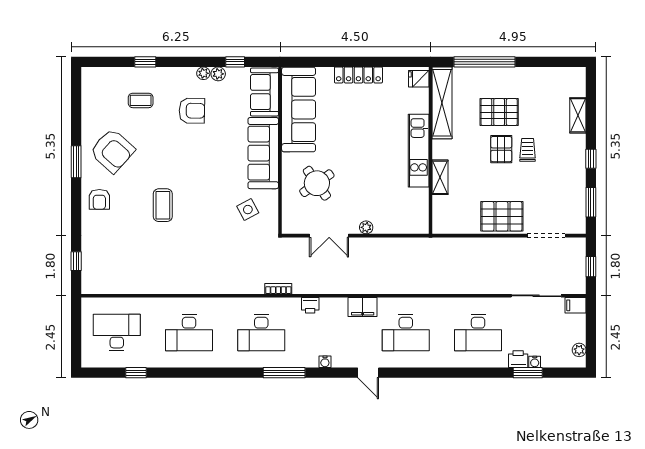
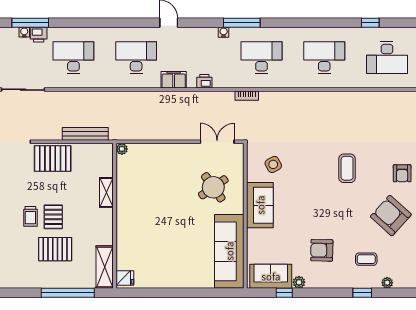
plant: (203, 73) -> (387, 283), moved
locker: (358, 75) -> (177, 281), removed
sofa: (264, 92) -> (271, 276), moved, turned -90
shelving: (442, 103) -> (105, 267), width x0.68
kitchen unit: (419, 151) -> (125, 216), removed
sofa: (263, 153) -> (260, 205), width x0.73
armchair: (99, 199) -> (402, 173), turned 180
plant: (366, 227) -> (122, 149), moved
double door: (329, 236) -> (217, 142), moved
bench: (464, 245) -> (85, 134), added
printer: (310, 305) -> (204, 81), moved
water cooler: (325, 362) -> (224, 32), moved
window: (528, 373) -> (30, 23), width x1.44

